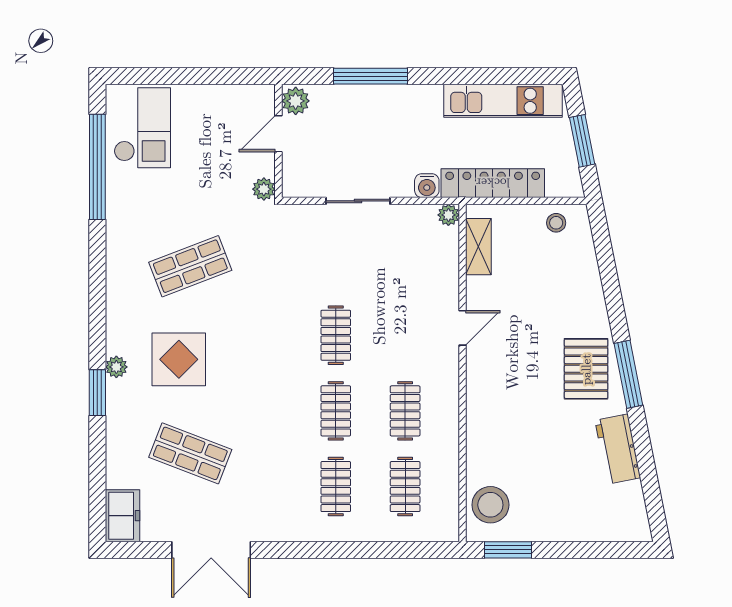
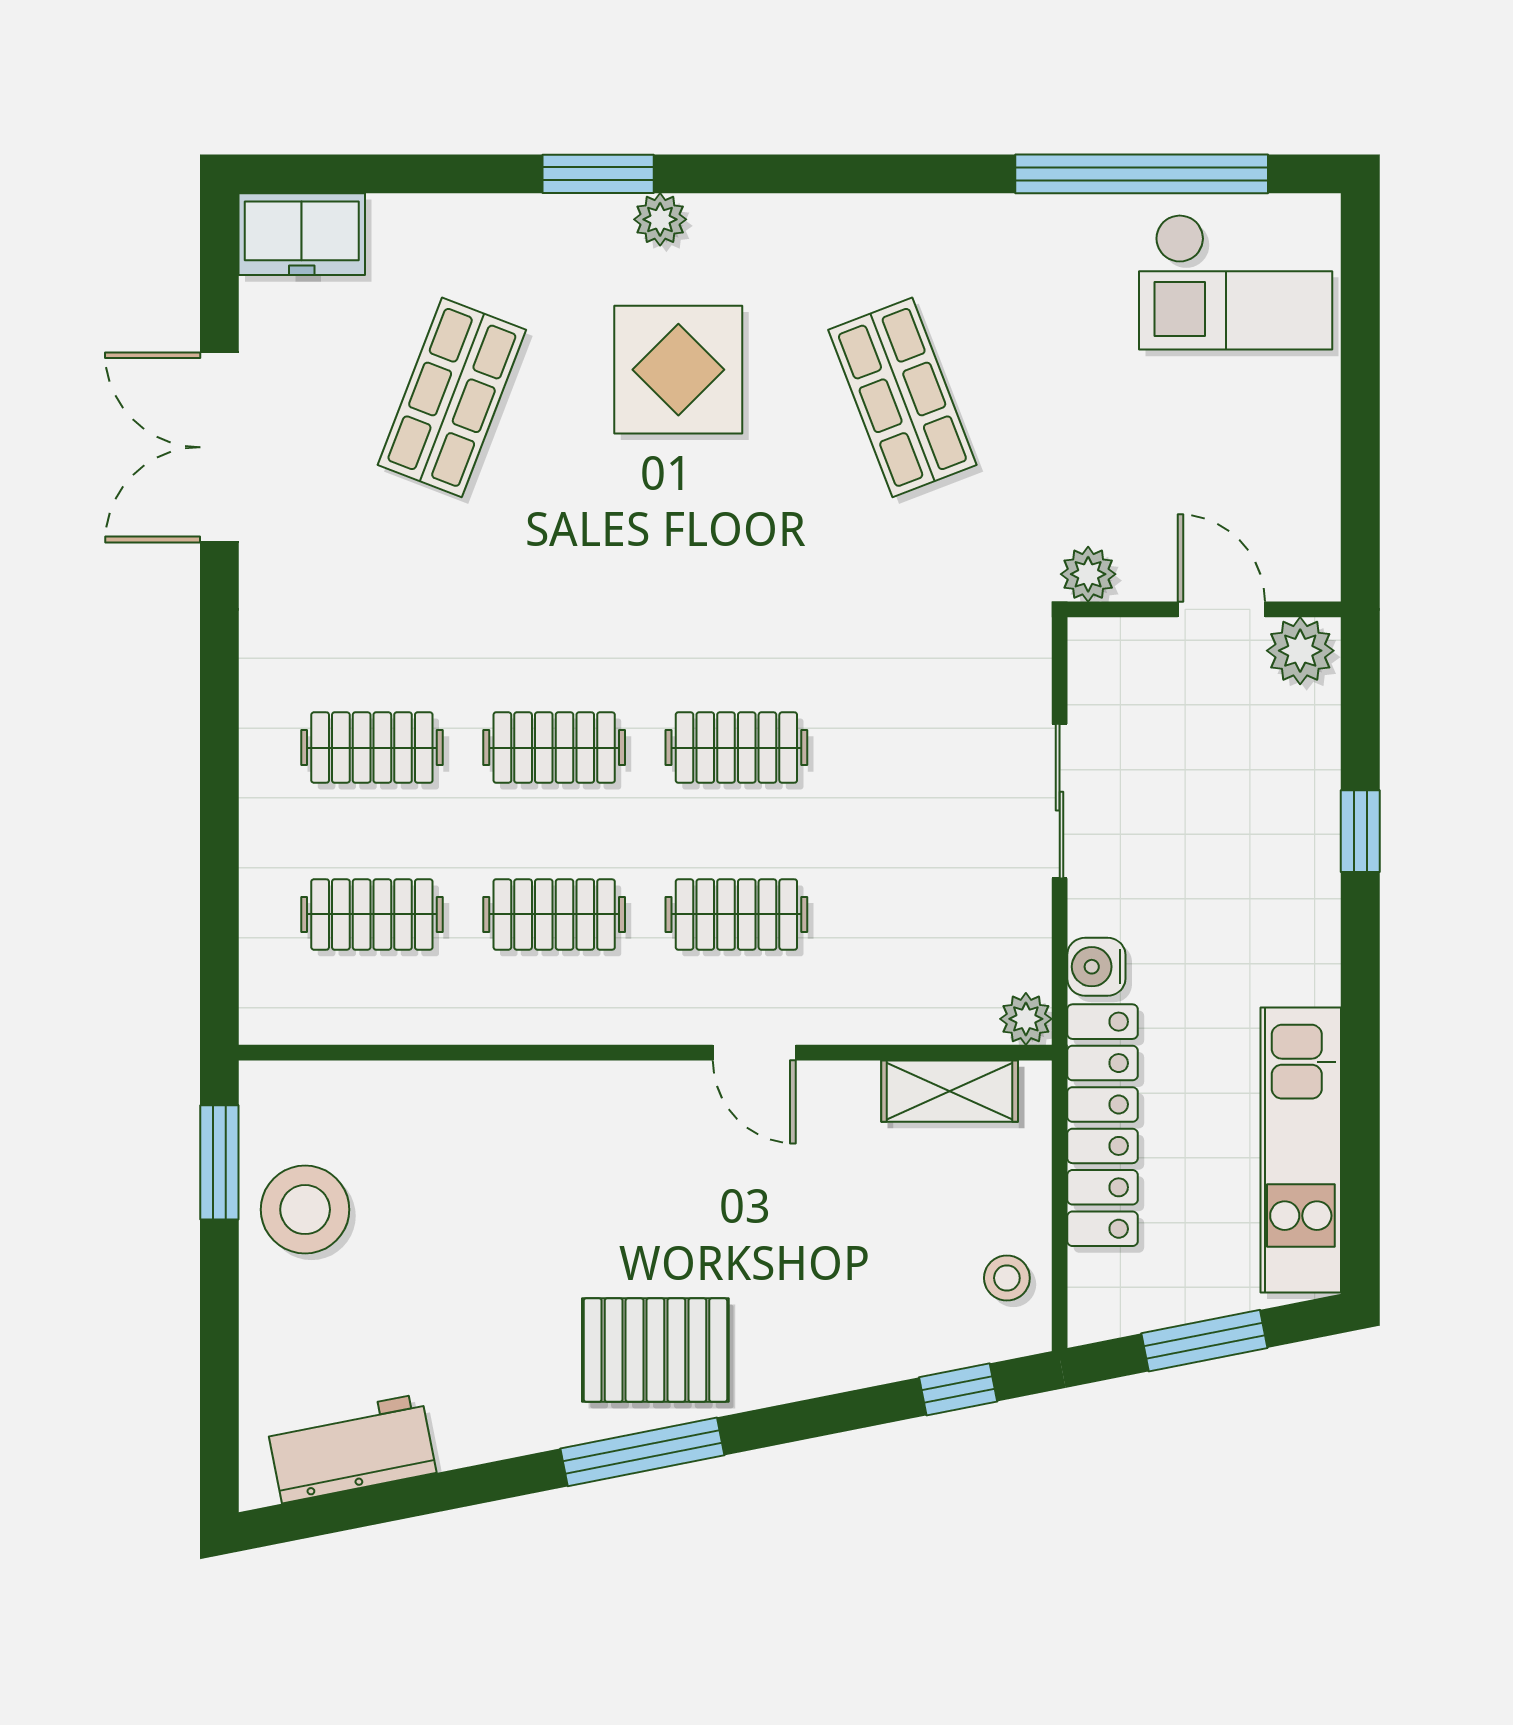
window: (370, 76) -> (1360, 831), width x0.46
window: (602, 243) -> (958, 1389), added
clothes rail: (405, 335) -> (736, 914), added
workbench: (618, 449) -> (351, 1448), moved
stool: (490, 505) -> (305, 1210), moved

